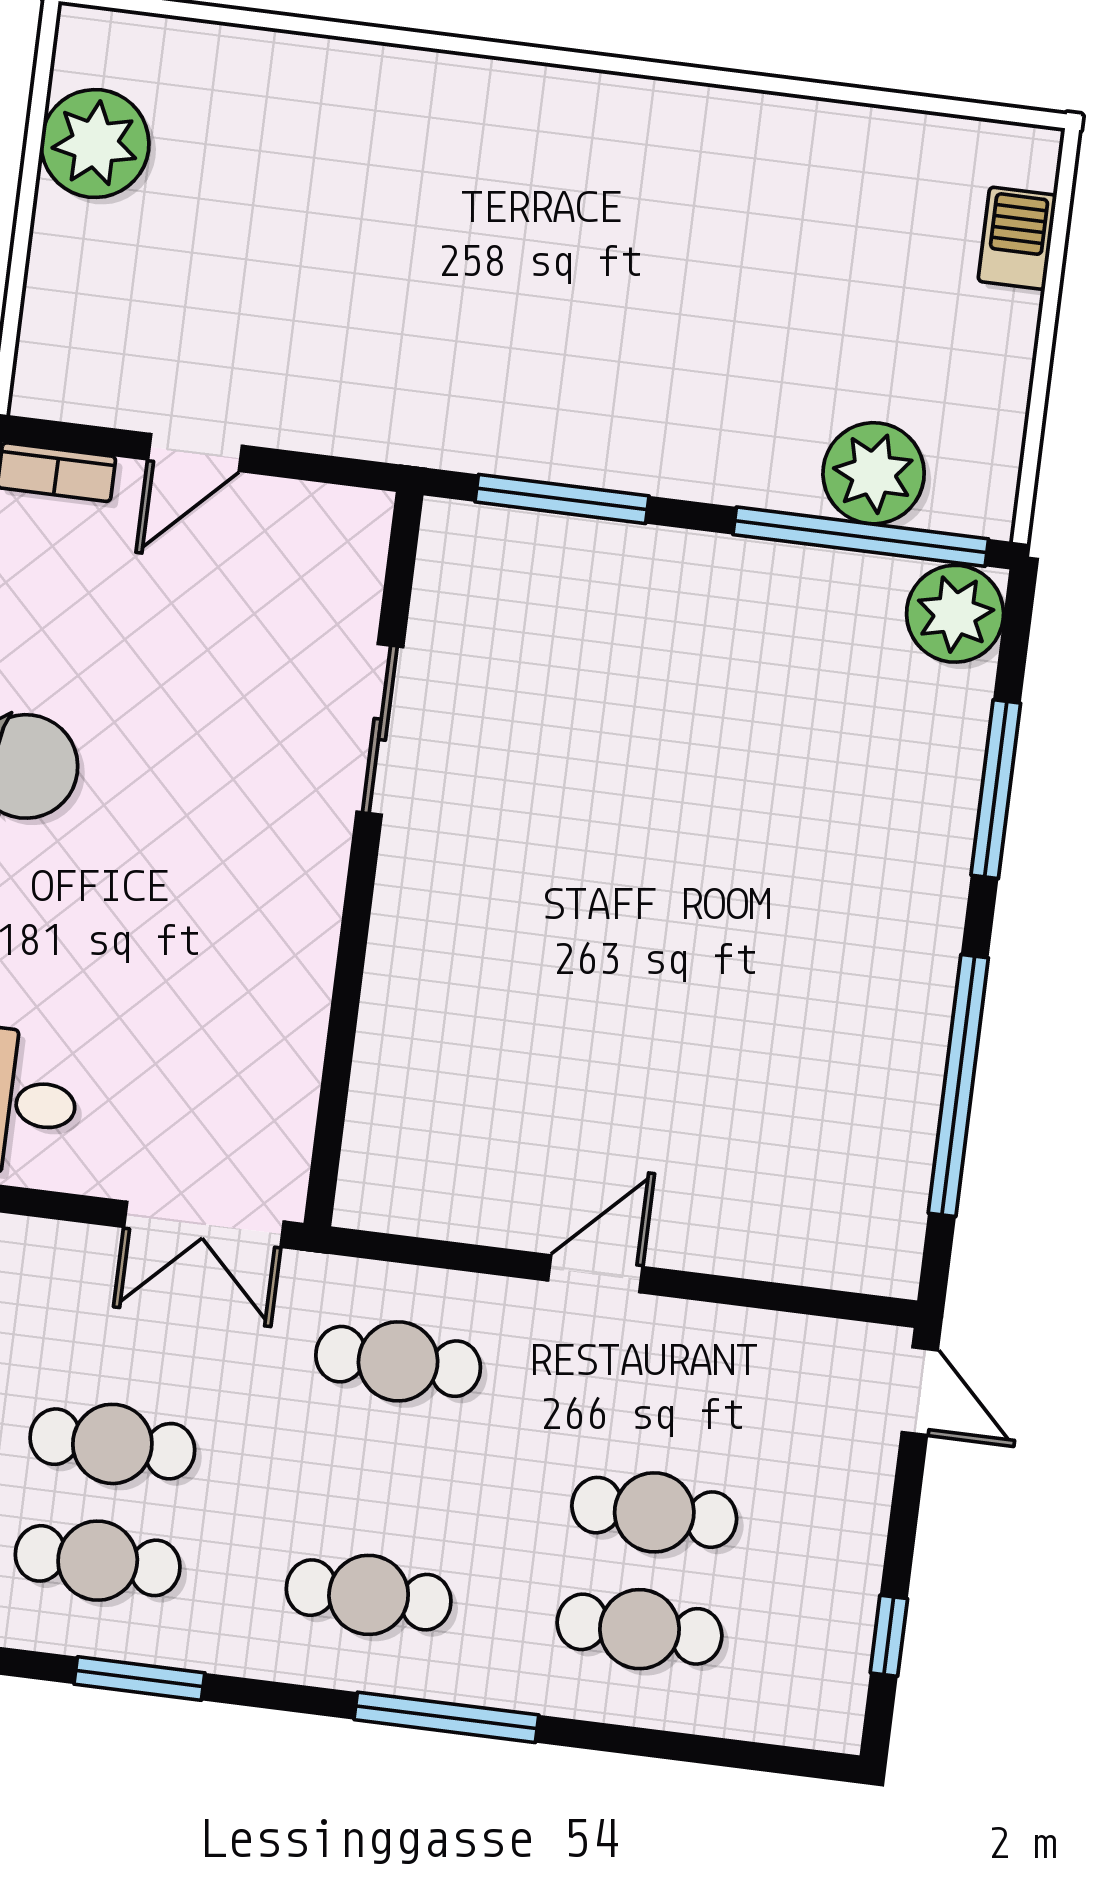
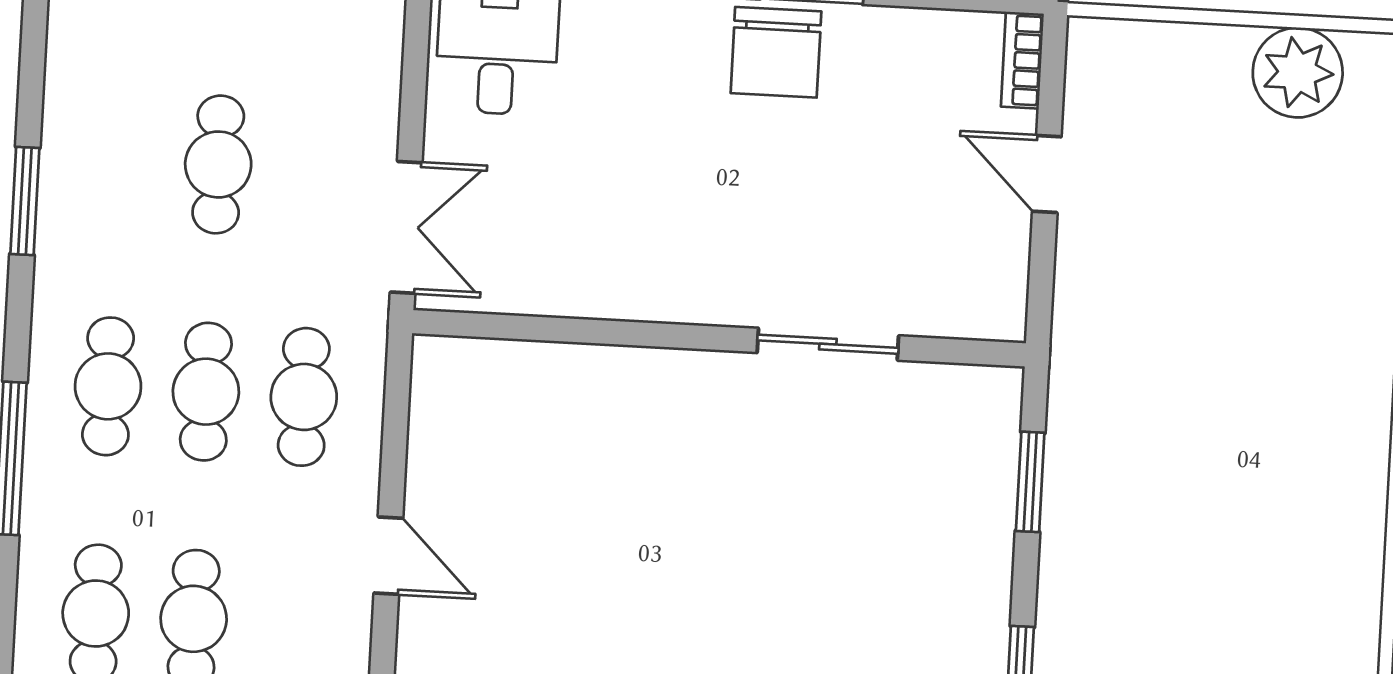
window: (562, 499) -> (1030, 482), width x0.69
double door: (204, 1224) -> (406, 227), swing flipped
cafe table: (98, 1561) -> (206, 392), moved

